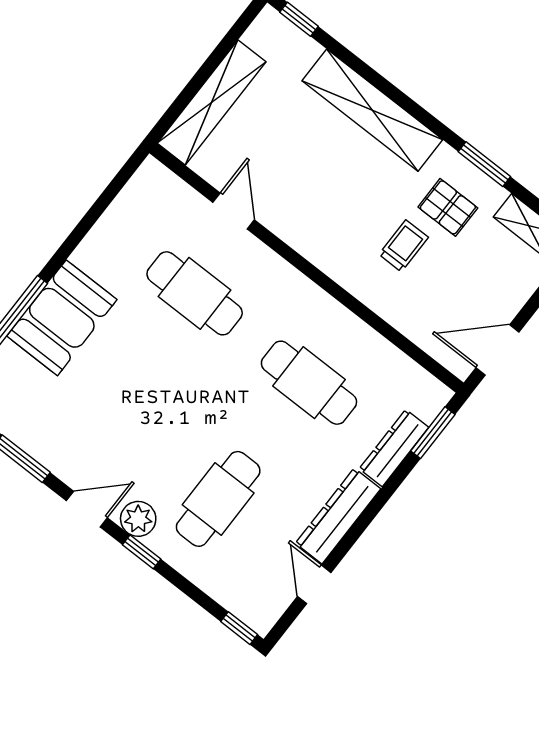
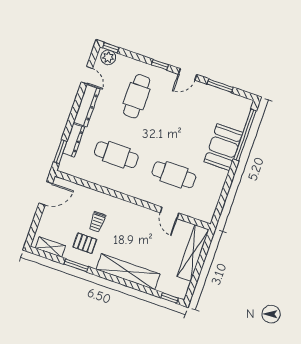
plant: (138, 519) -> (108, 57), moved

